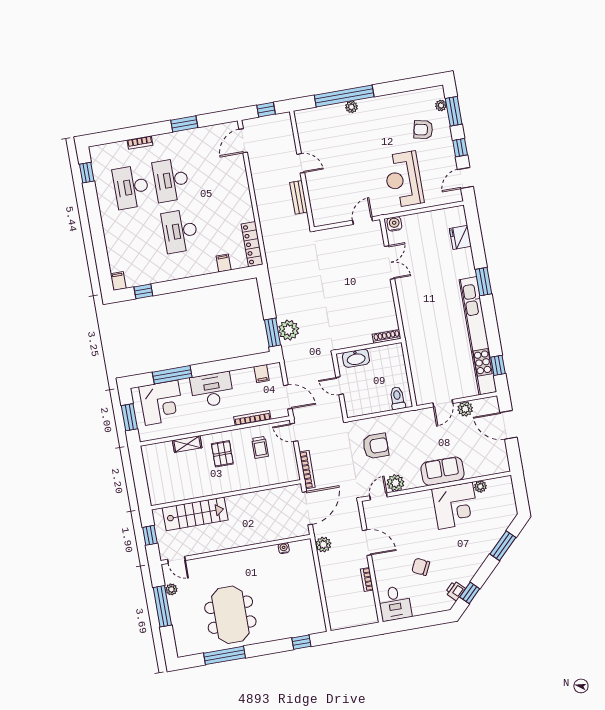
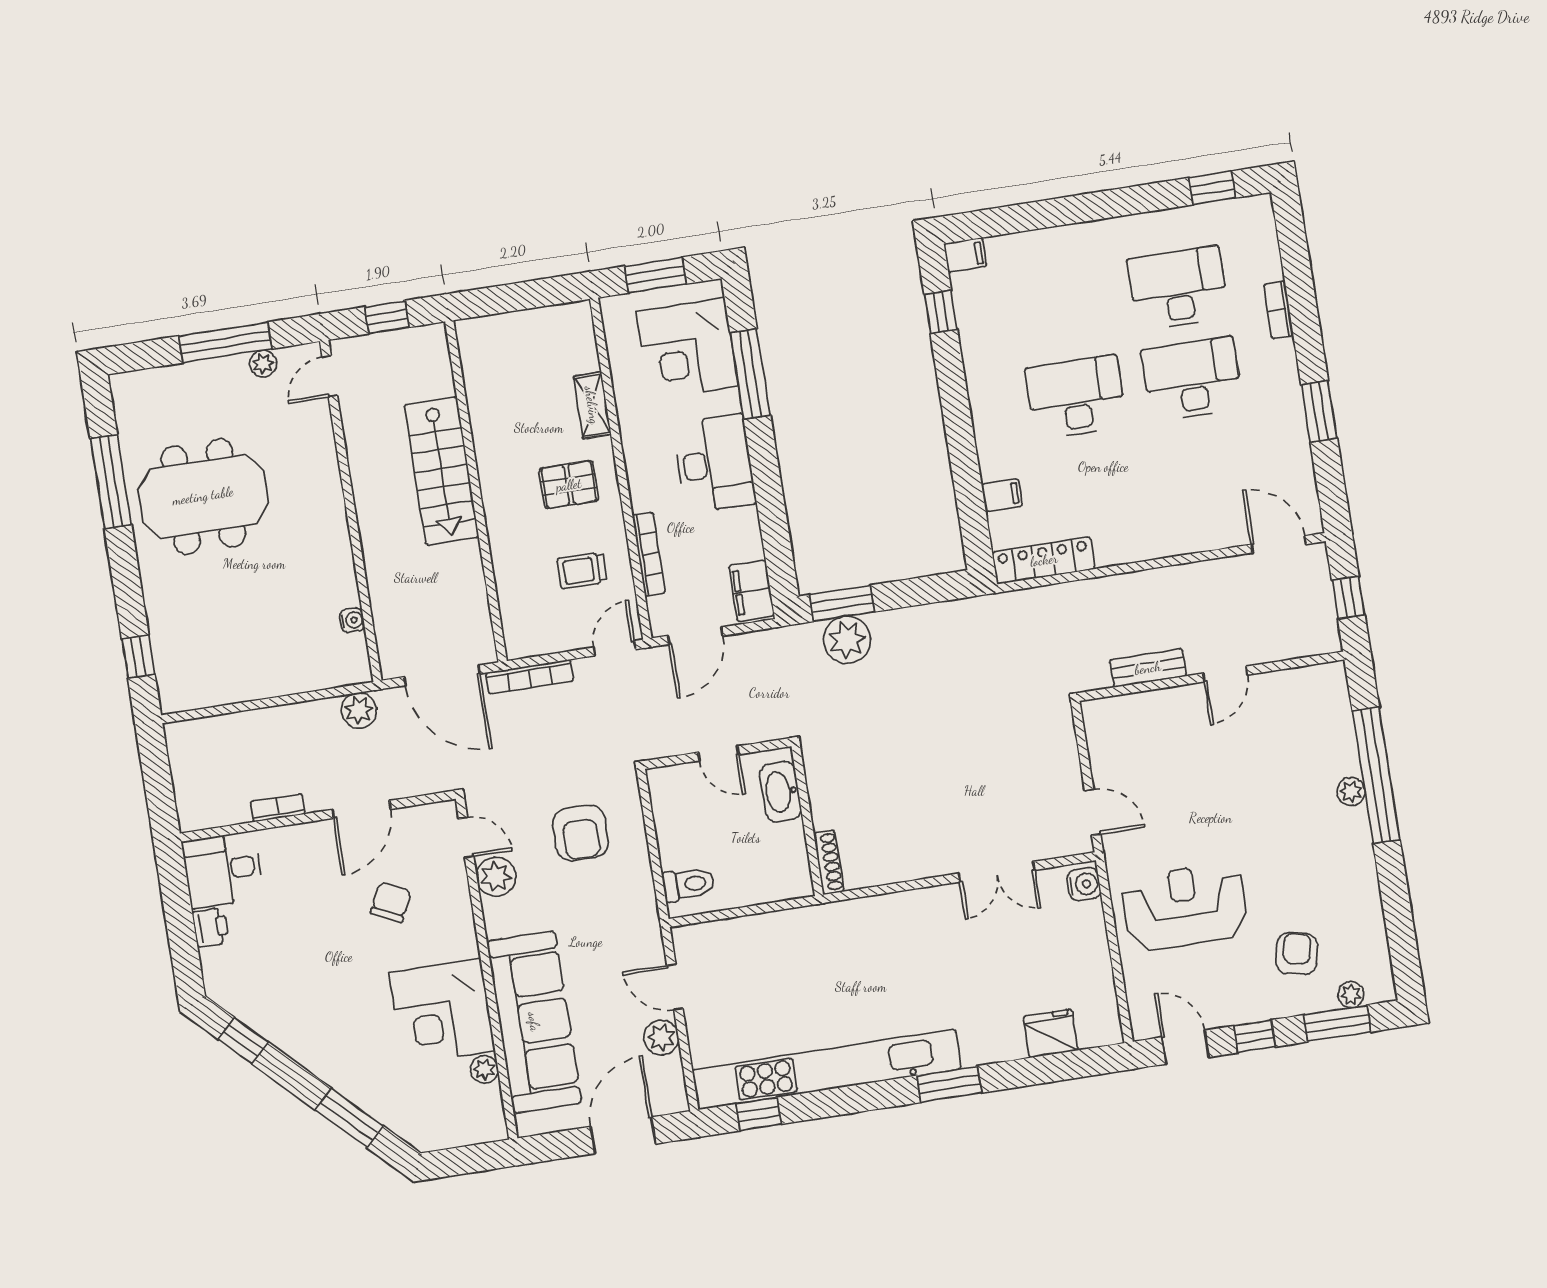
filing cabinet: (262, 374) -> (752, 591), width x2.00
door: (340, 386) -> (719, 753), swing flipped
sofa: (442, 471) -> (534, 1022), width x1.85, depth x1.27
stairs: (195, 514) -> (442, 471), moved
chair: (421, 567) -> (391, 902), moved
printer: (455, 591) -> (211, 927), moved, turned 45

